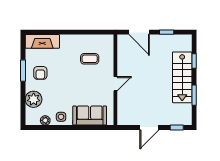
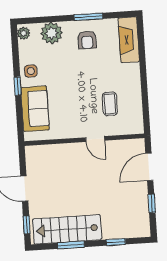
armchair: (40, 73) -> (87, 40), turned -90
stairs: (182, 77) -> (67, 229), moved
door: (115, 84) -> (95, 139), moved
plant: (45, 120) -> (24, 33), moved
window: (72, 127) -> (18, 86), added

